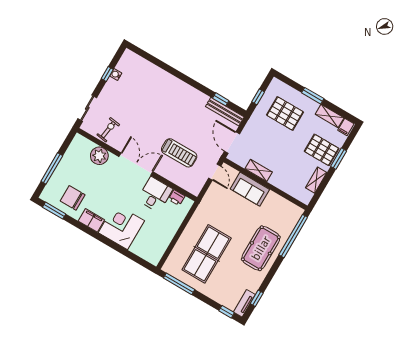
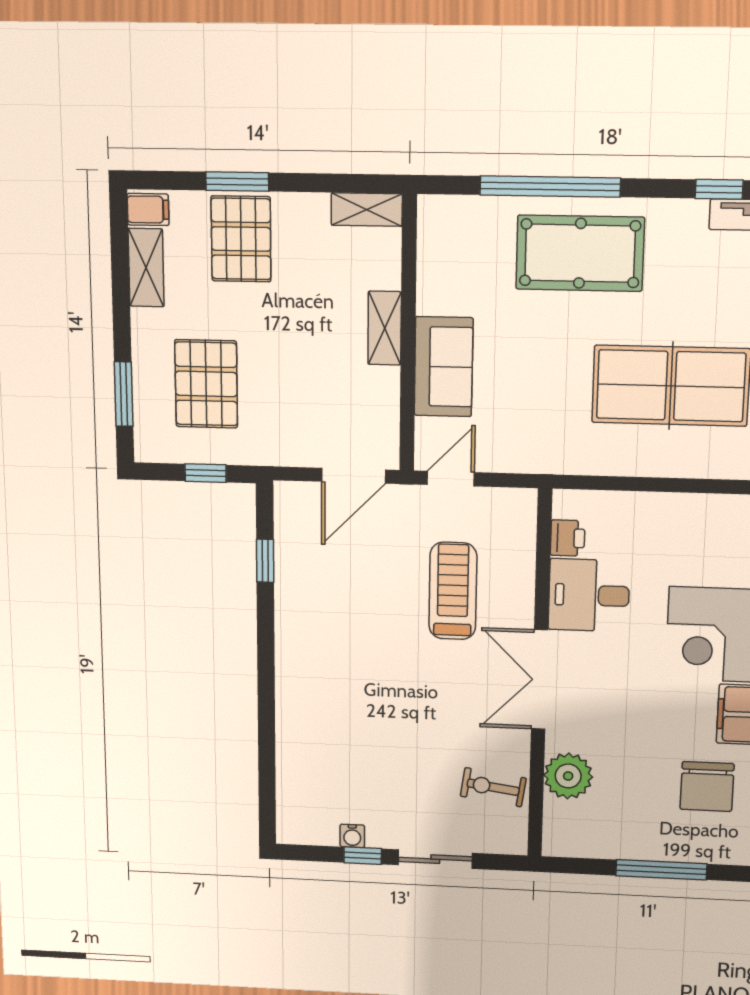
window: (313, 96) -> (124, 394), moved
sliding door: (87, 108) -> (435, 859), moved
bench: (225, 112) -> (289, 535), removed
shelving: (259, 170) -> (385, 328), moved
shelving: (316, 180) -> (367, 210), moved
window: (293, 236) -> (550, 187), moved

